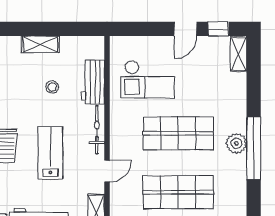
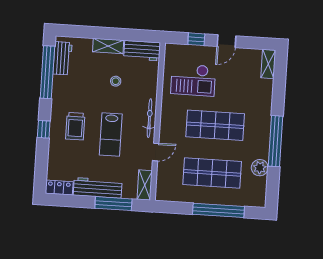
window: (218, 29) -> (196, 39), moved
workbench: (93, 82) -> (142, 51), moved, turned -90
plant: (236, 143) -> (260, 168), moved
lab bench: (50, 153) -> (111, 134), turned 180

